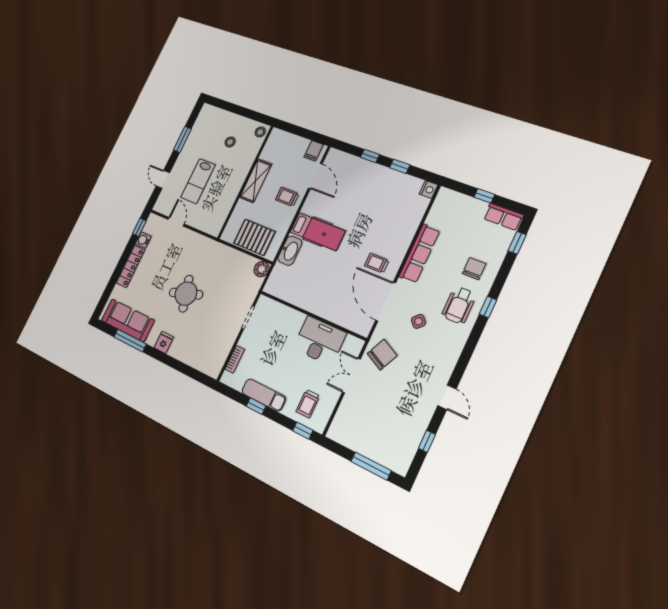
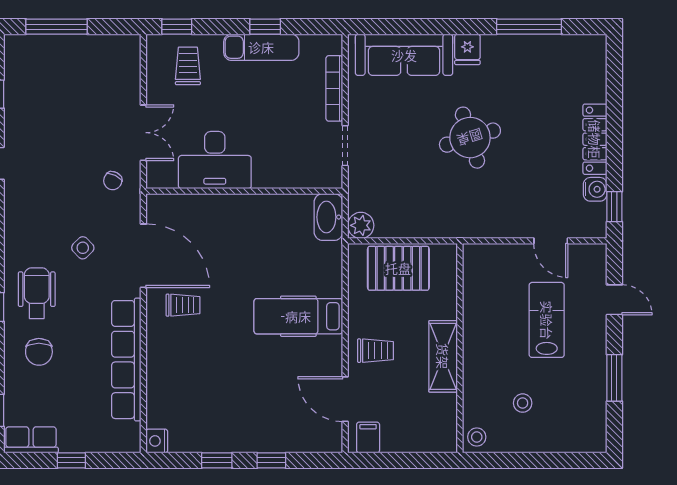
washbasin: (290, 251) -> (328, 217), moved
row of seats: (419, 254) -> (126, 360), width x1.36
sofa: (128, 320) -> (404, 55), moved
chair: (382, 355) -> (113, 181), width x0.54, depth x0.54
bookcase: (235, 359) -> (334, 88), width x1.56

